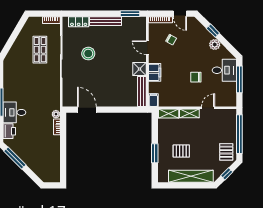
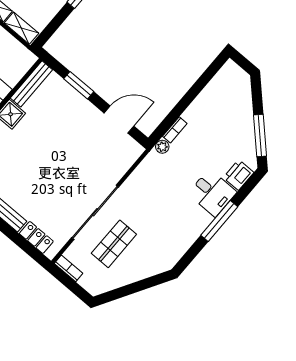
stool: (88, 54) -> (58, 188), removed
filing cabinet: (153, 100) -> (26, 61), removed
door: (87, 110) -> (119, 120), swing flipped
window: (119, 110) -> (79, 85), added

